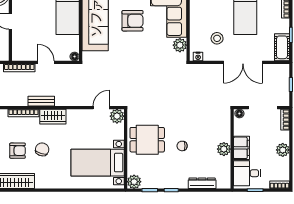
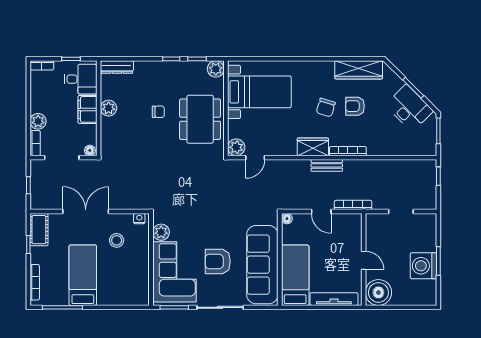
dining table: (147, 140) -> (200, 119), width x1.38
plant: (283, 150) -> (38, 121), moved
dresser: (202, 183) -> (117, 67), moved

